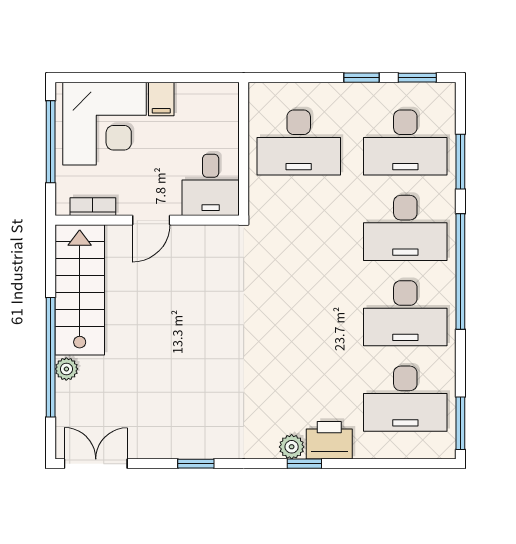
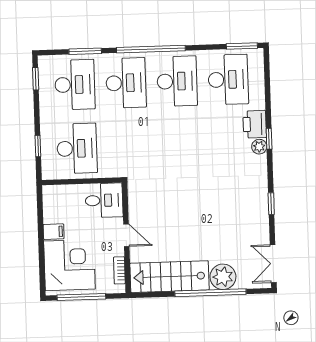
window: (361, 78) -> (38, 146), moved
plant: (66, 369) -> (223, 277), width x1.87, depth x1.87

